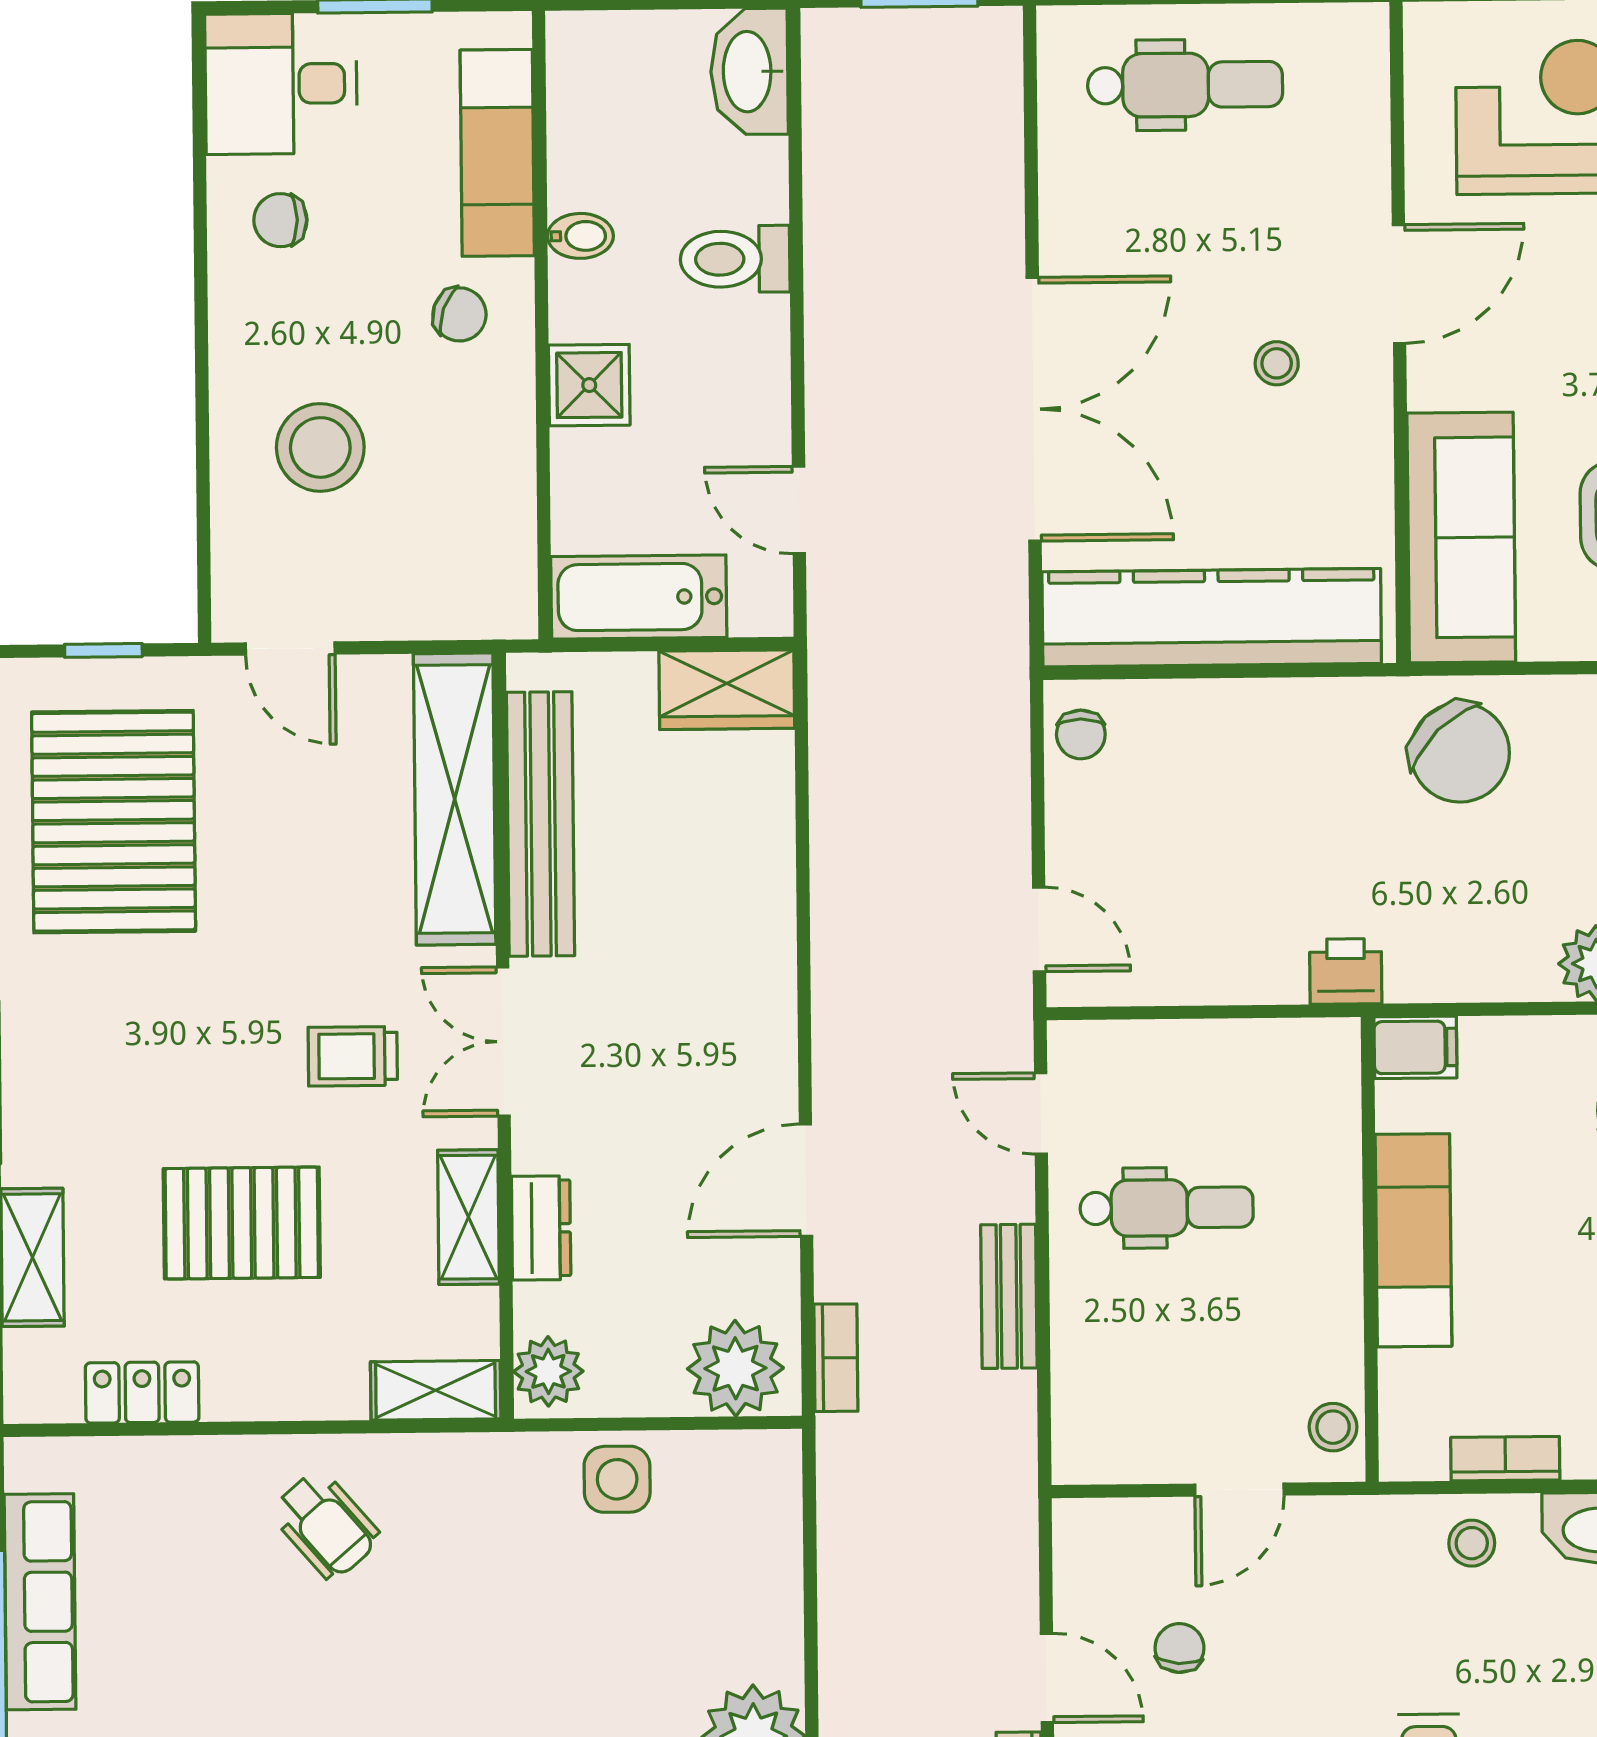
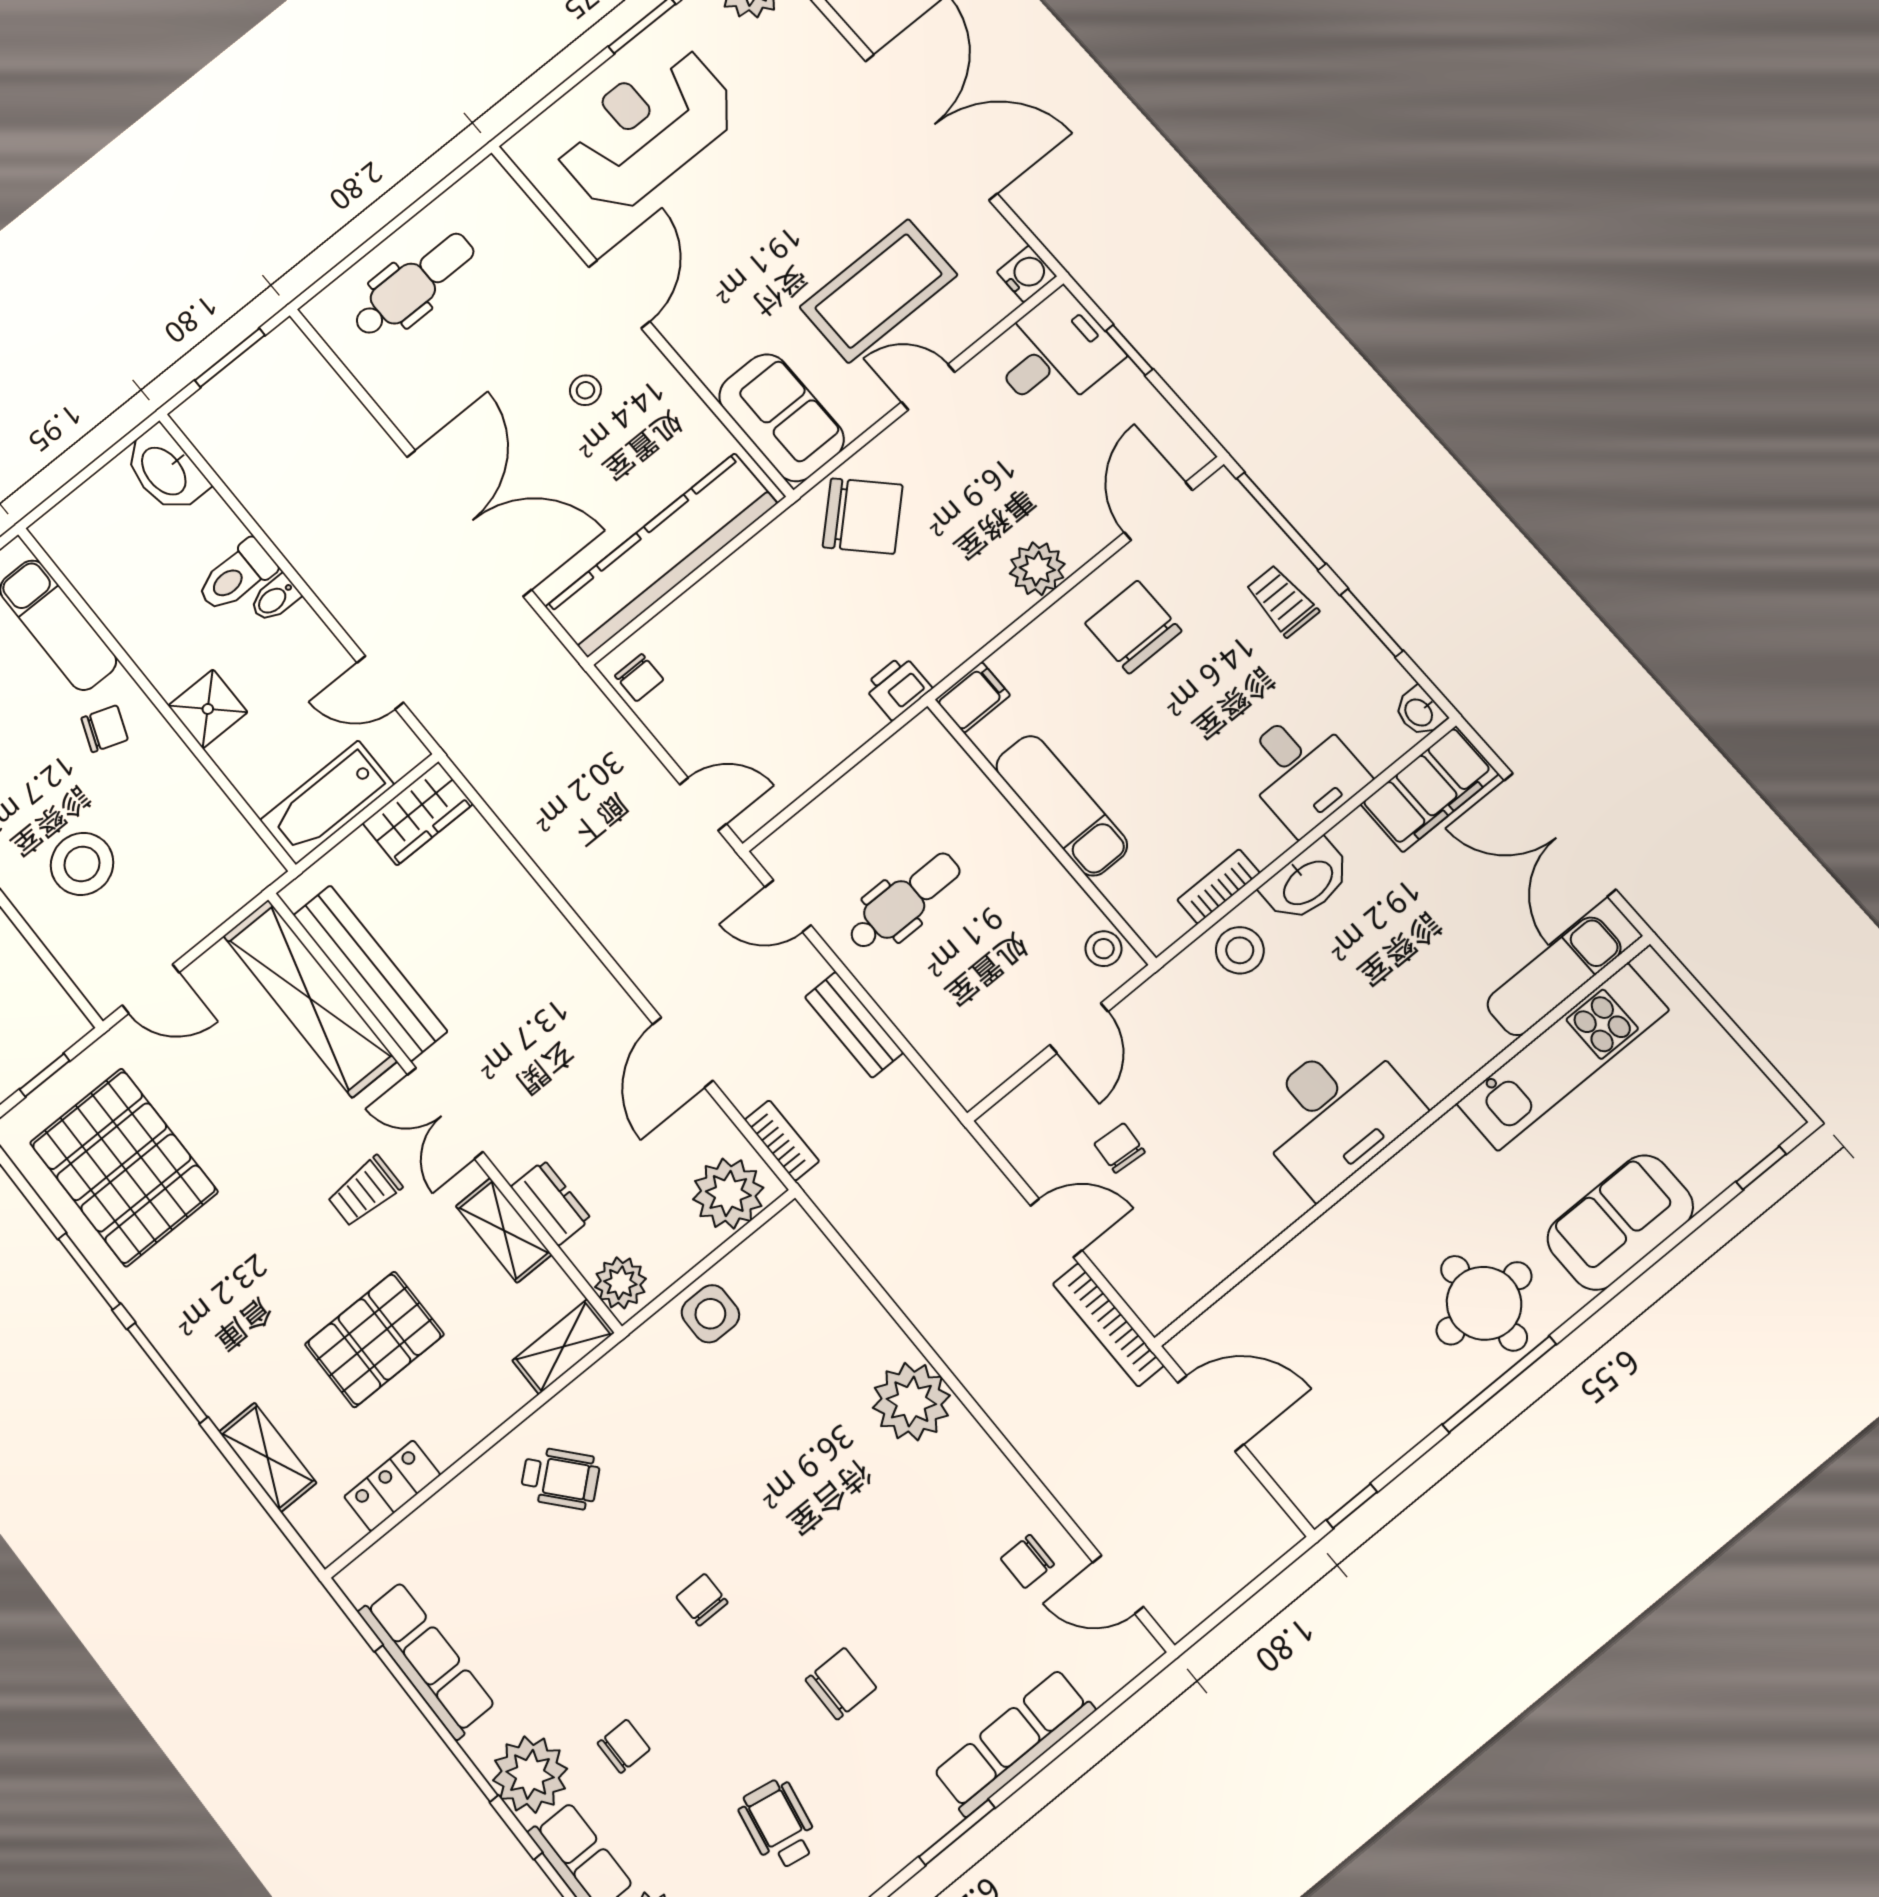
bidet: (580, 236) -> (275, 599), moved, turned 180
sofa: (1461, 537) -> (781, 418), width x0.73
stool: (1472, 1543) -> (1240, 950), width x1.37, depth x1.37

